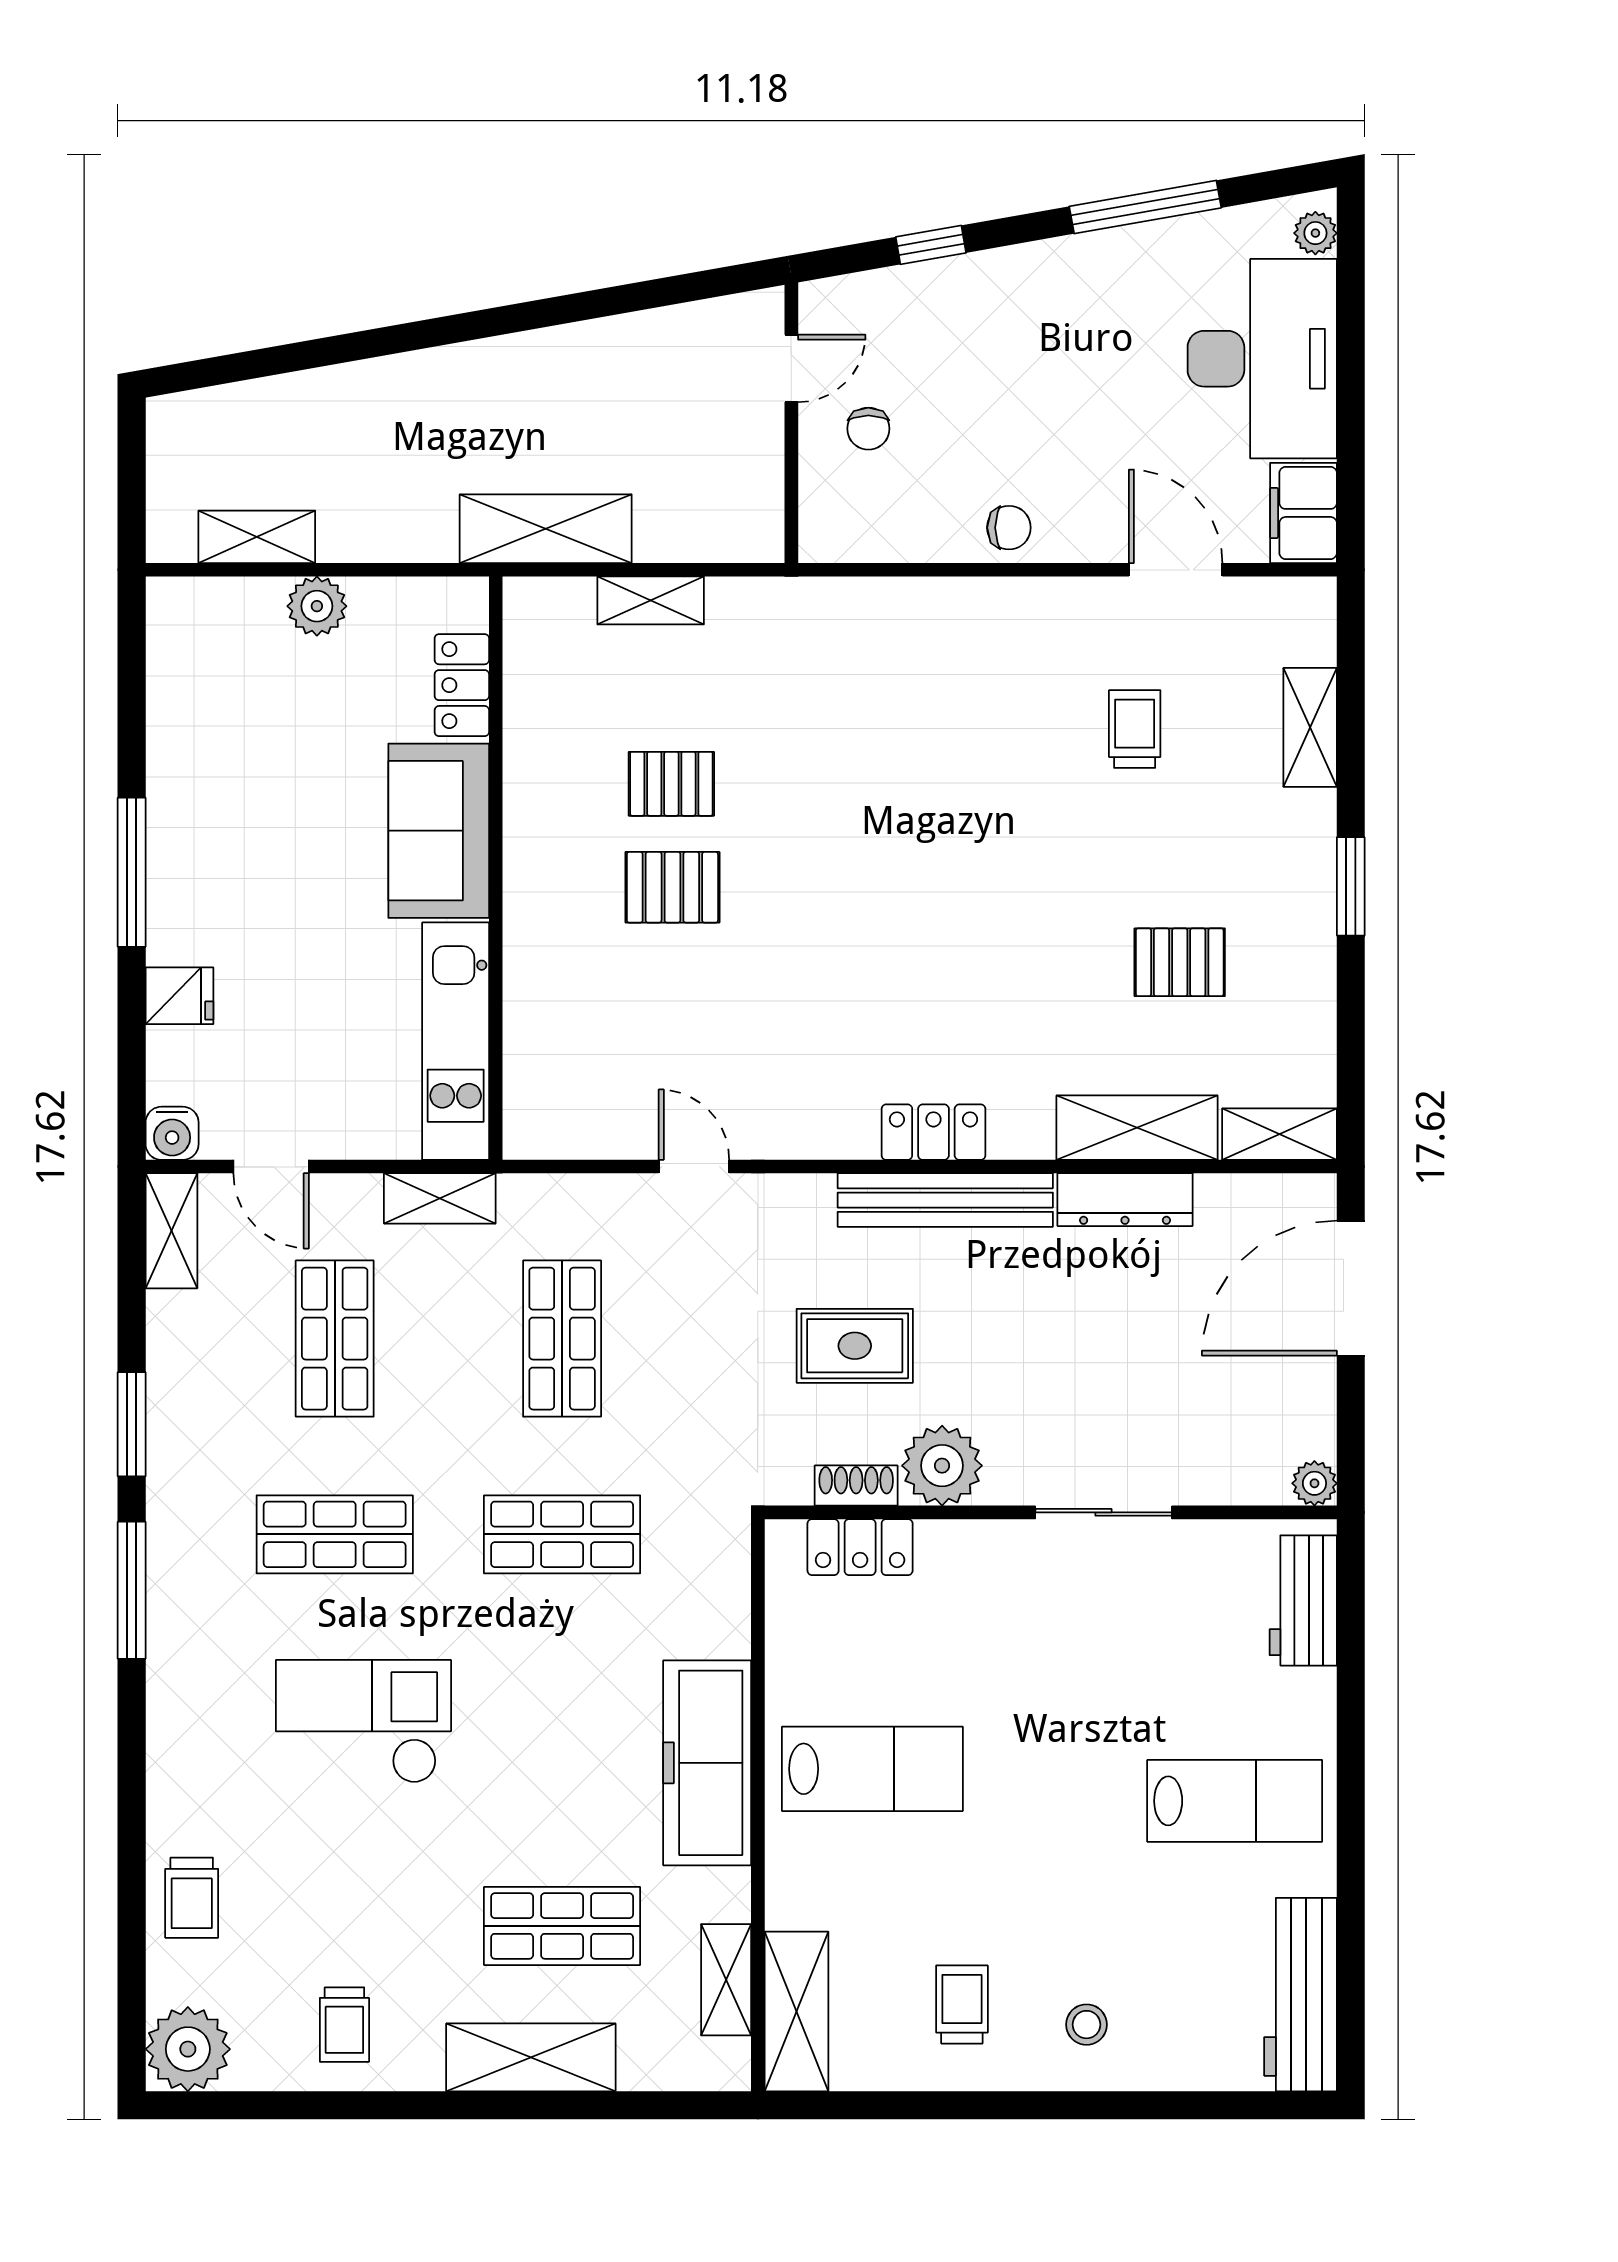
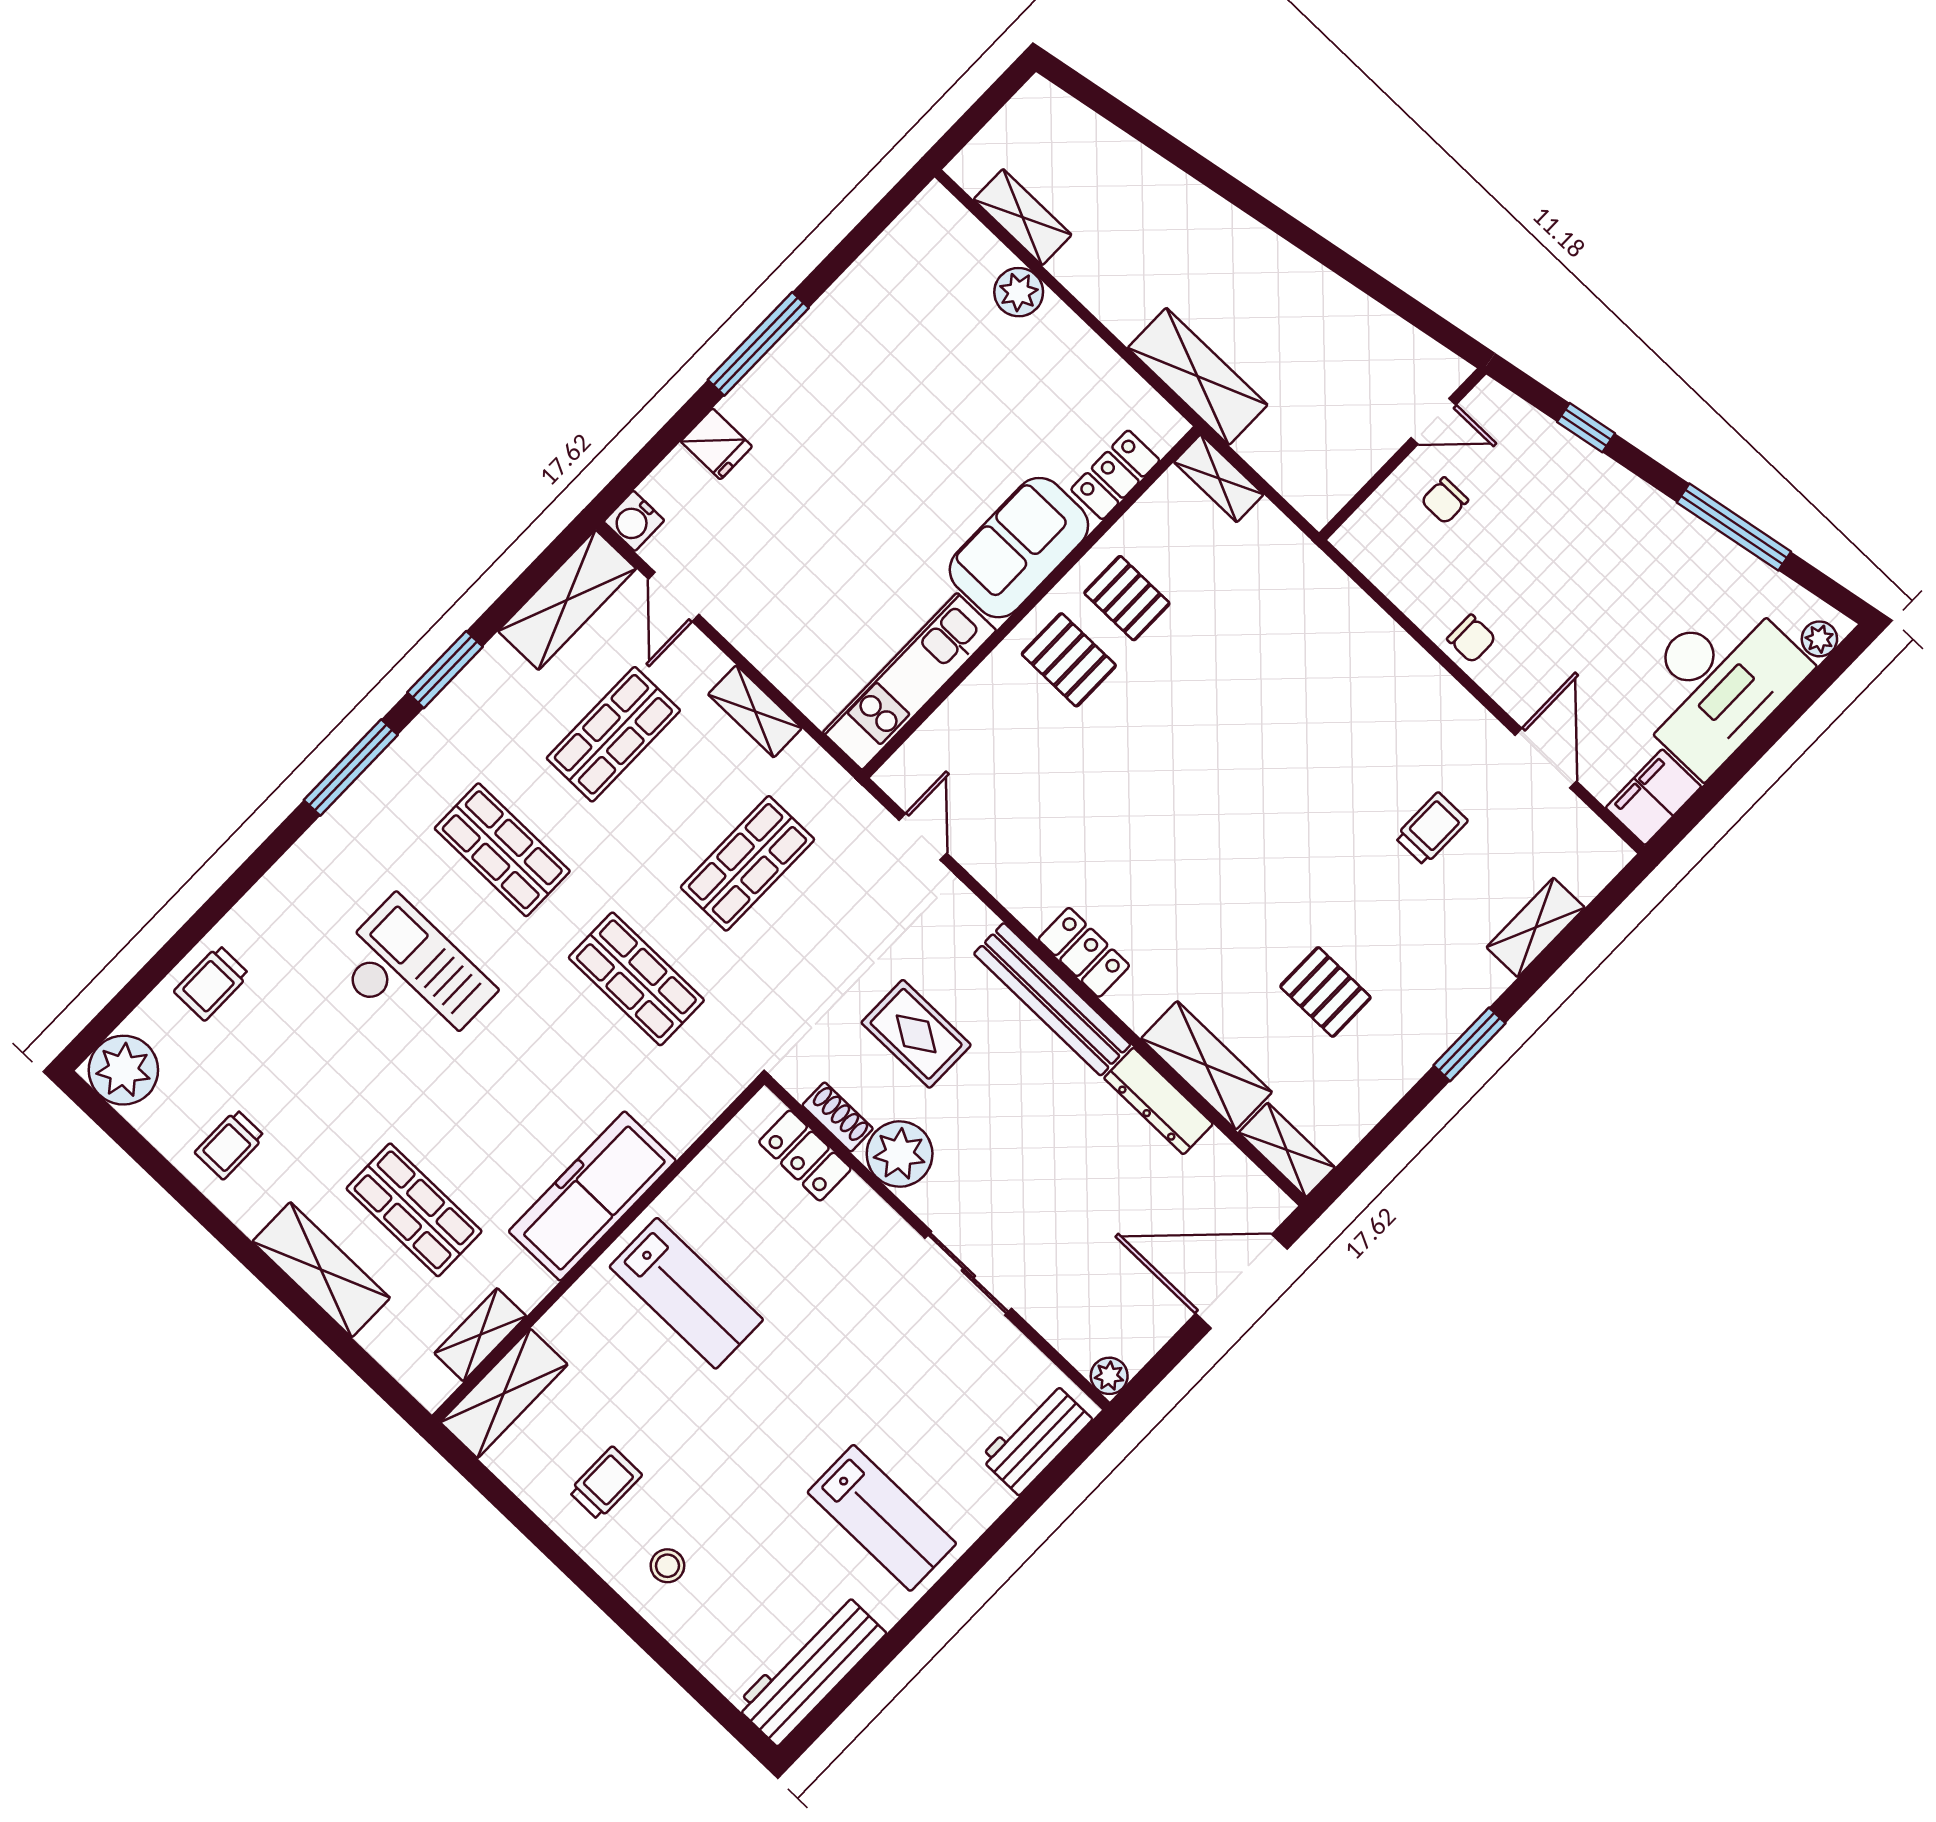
locker: (462, 685) -> (1115, 475), moved
sofa: (439, 831) -> (1019, 548), moved
wall: (496, 868) -> (1031, 602), moved
kitchen unit: (456, 1041) -> (910, 681), moved
shelving: (171, 1231) -> (567, 600), width x1.50, depth x1.33

